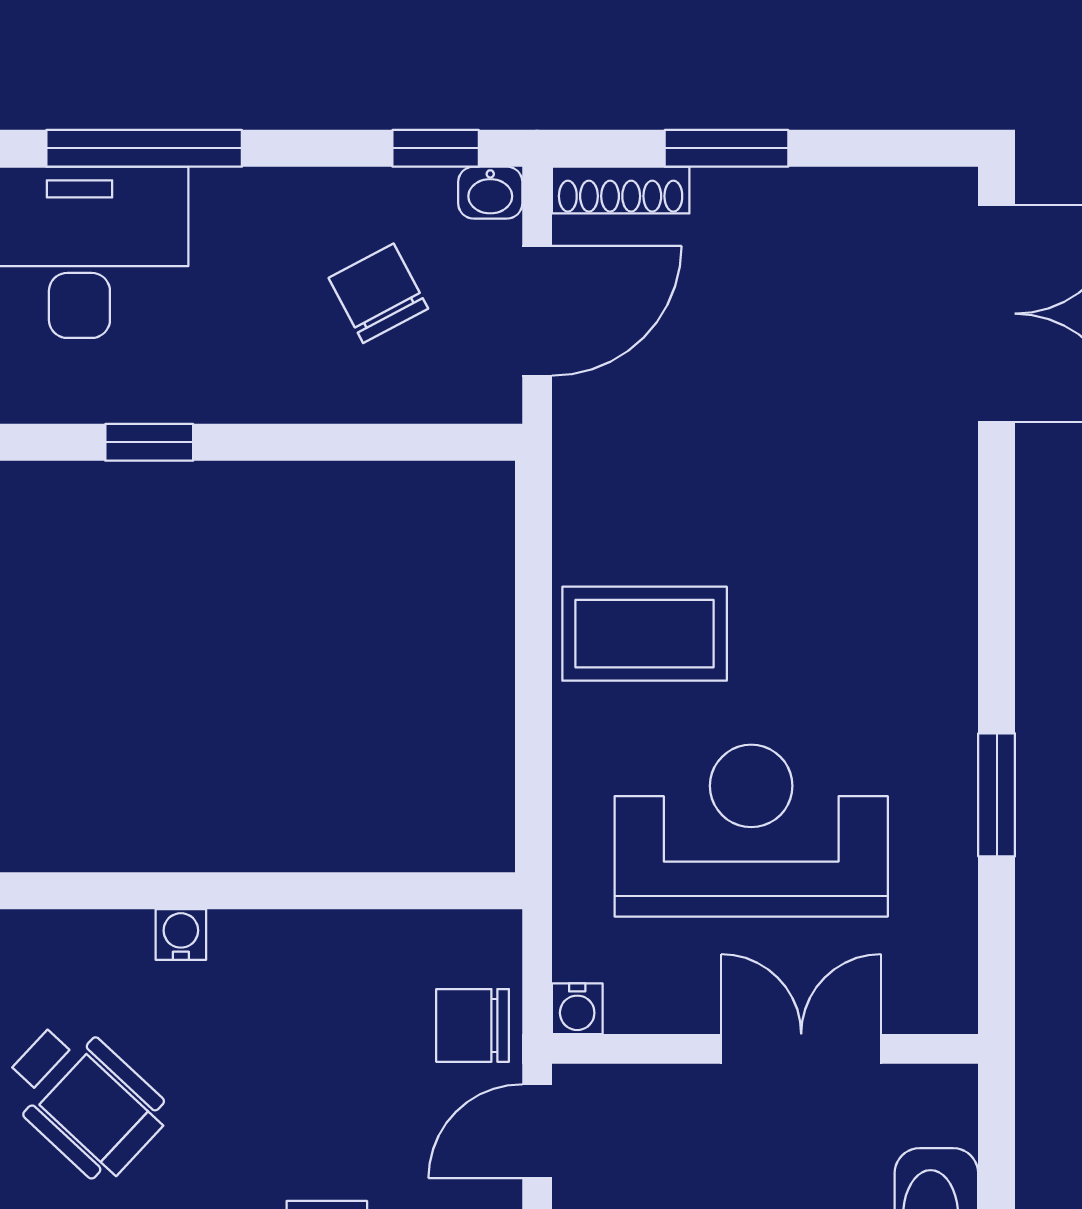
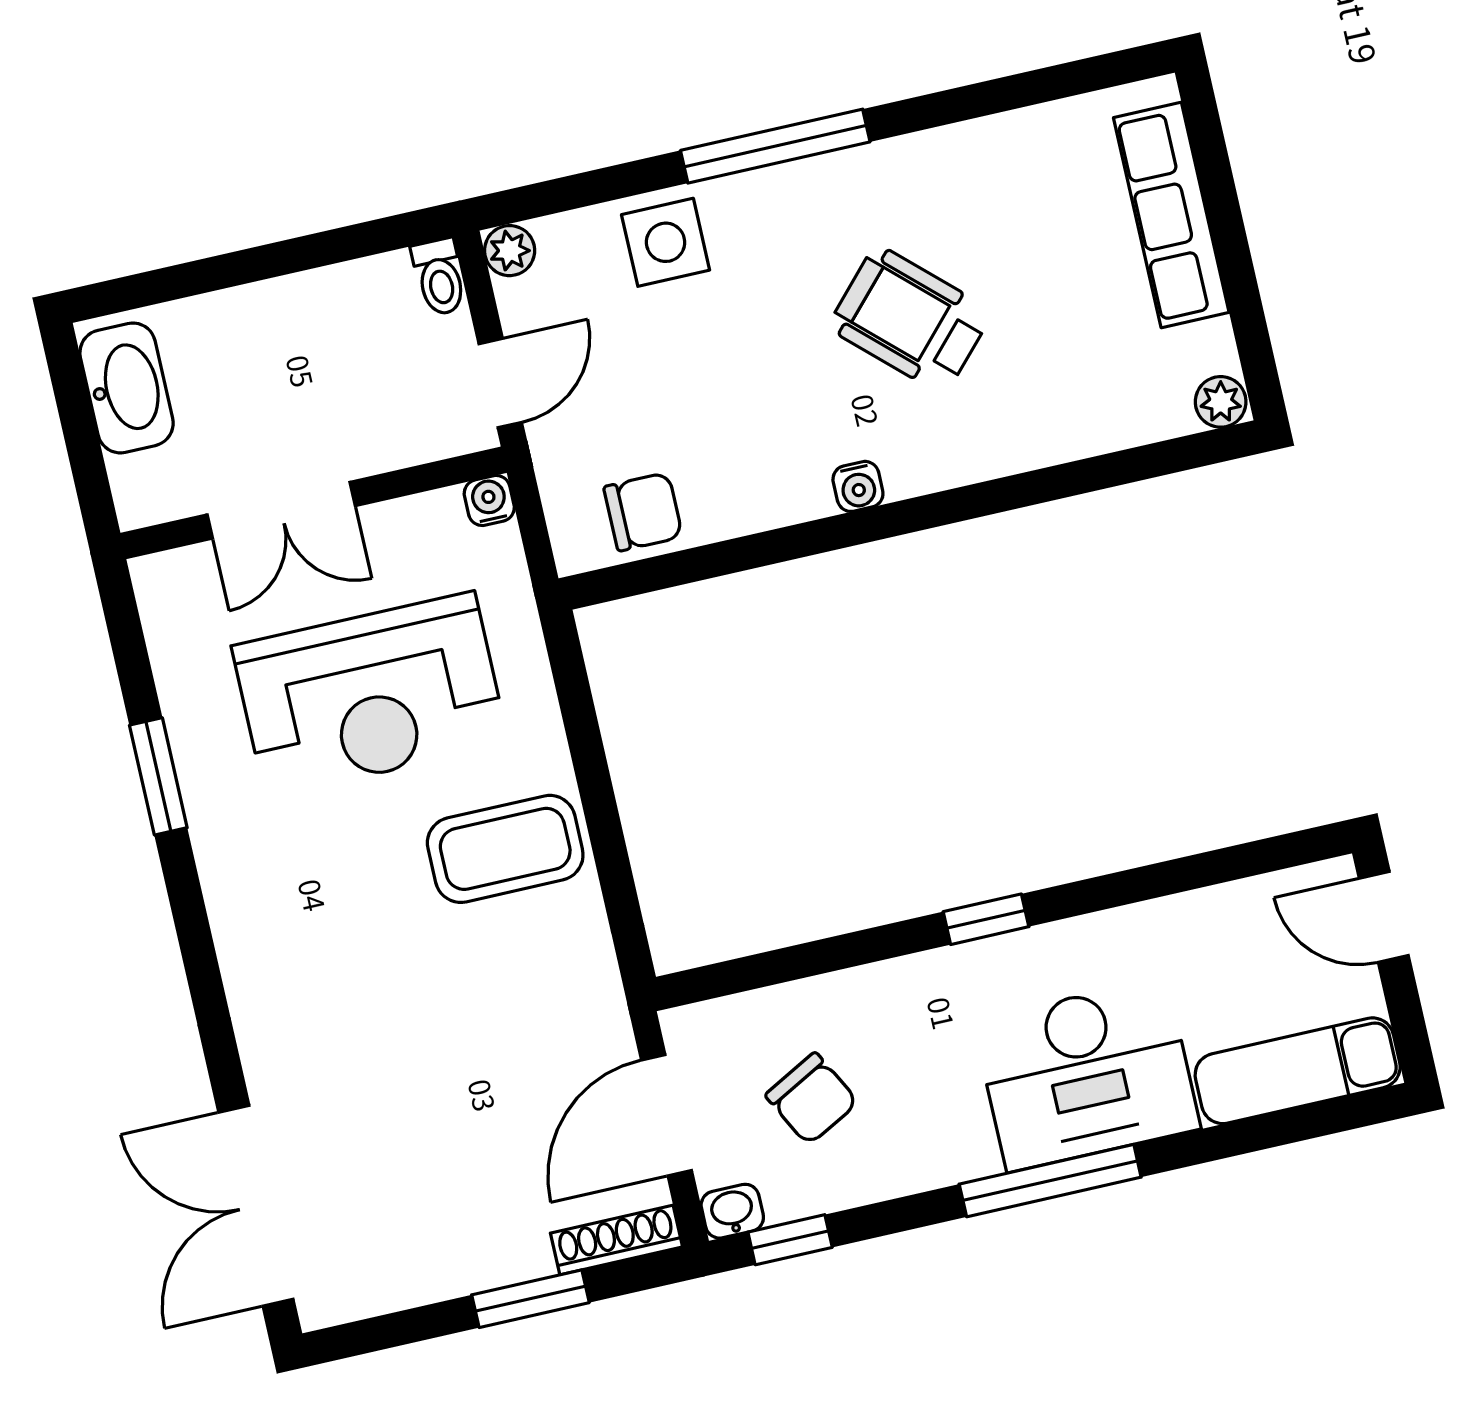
chair: (473, 1025) -> (643, 512), moved

